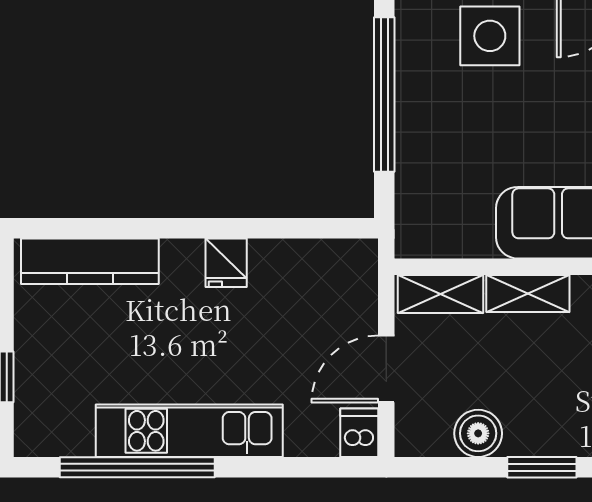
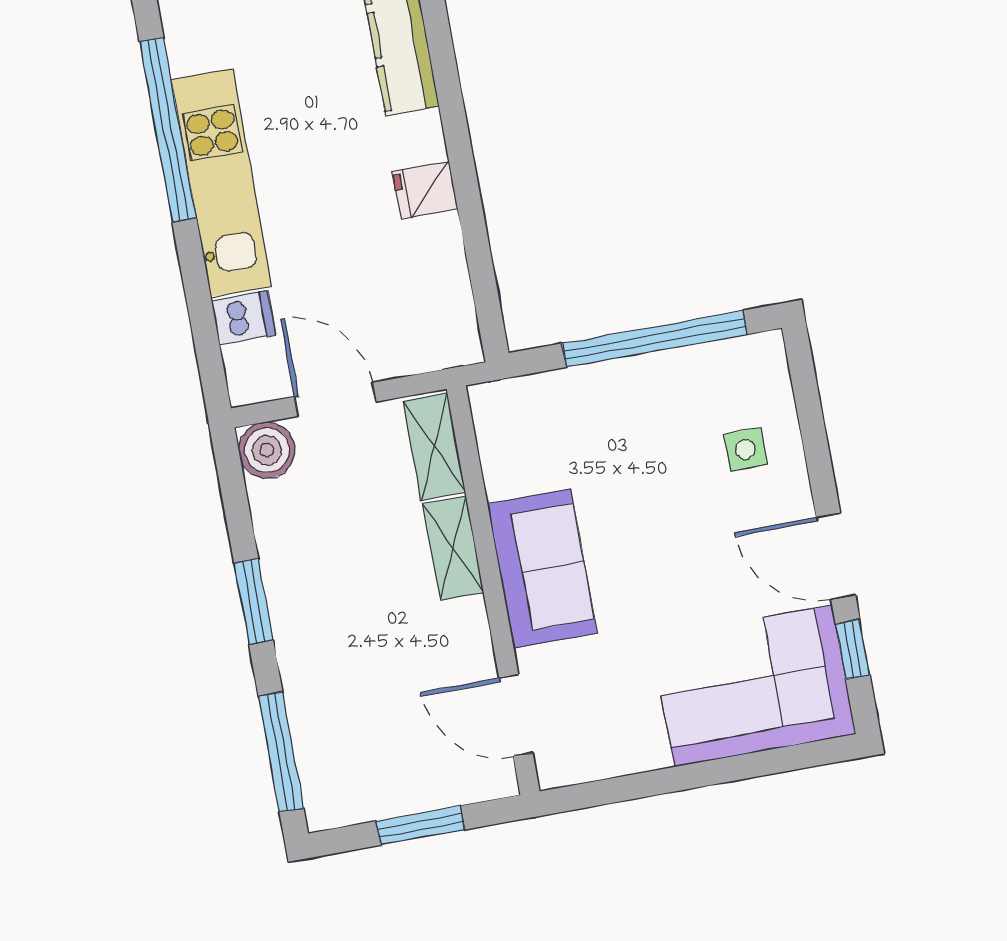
side table: (490, 36) -> (745, 449), width x0.54, depth x0.54
dishwasher: (359, 433) -> (244, 318), moved
boiler: (478, 433) -> (267, 450), moved

